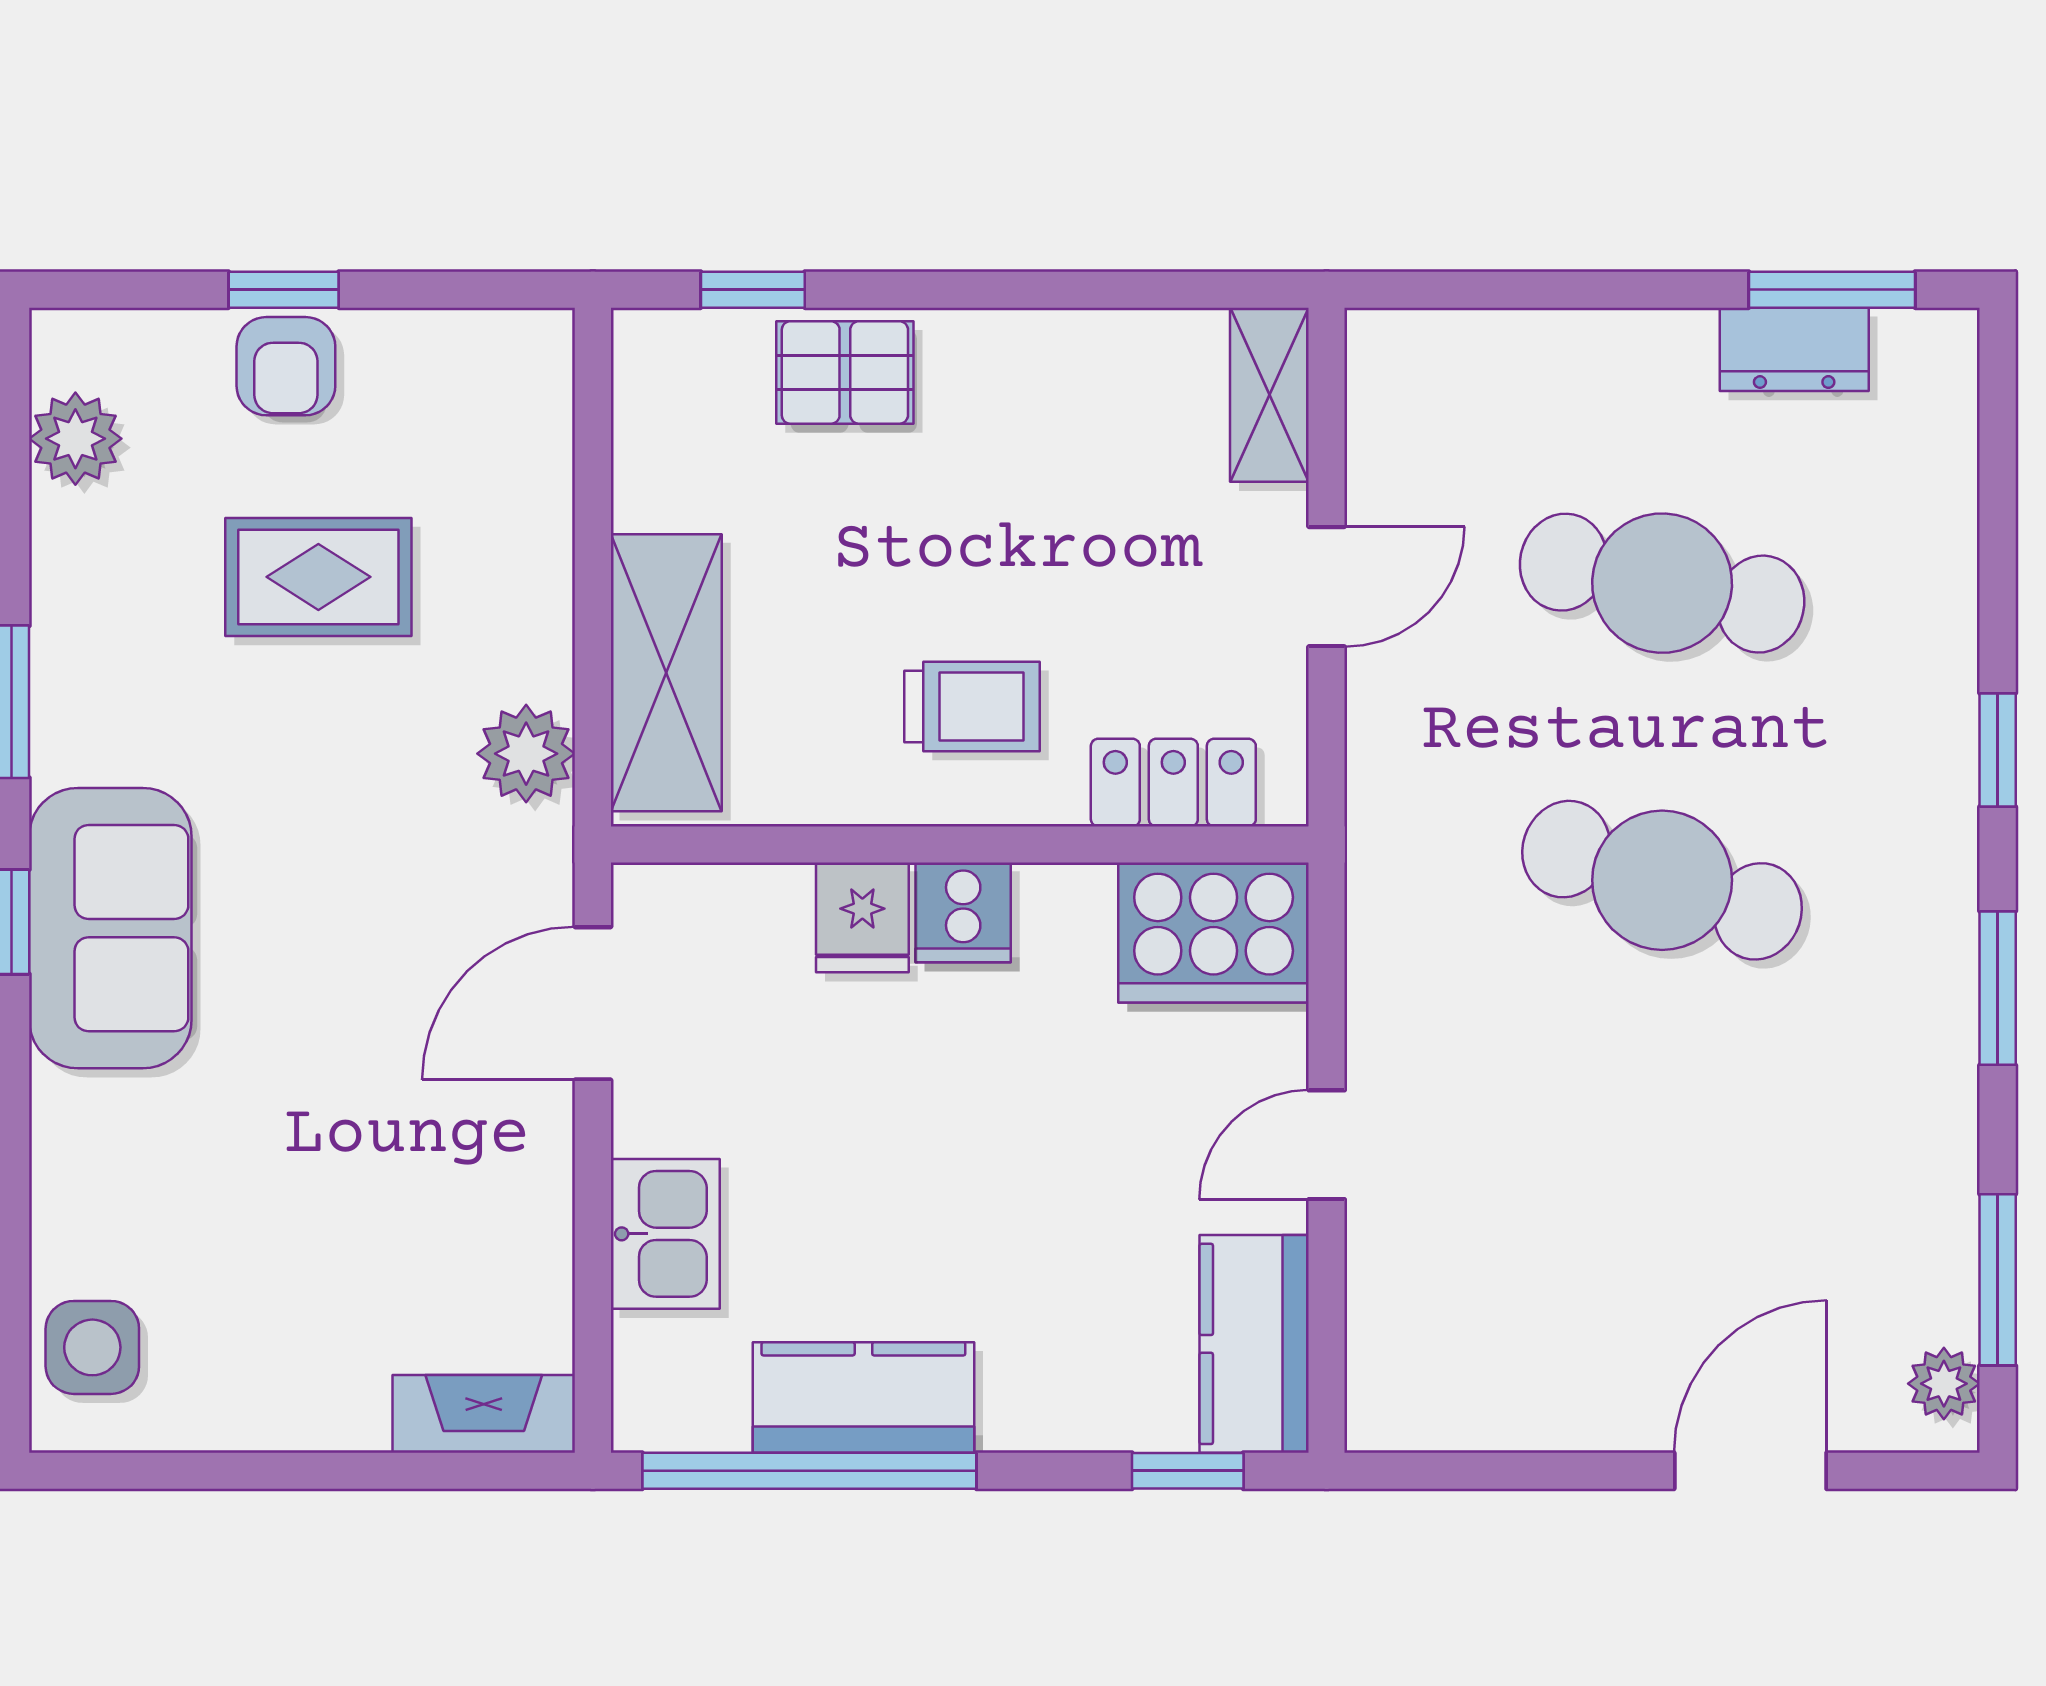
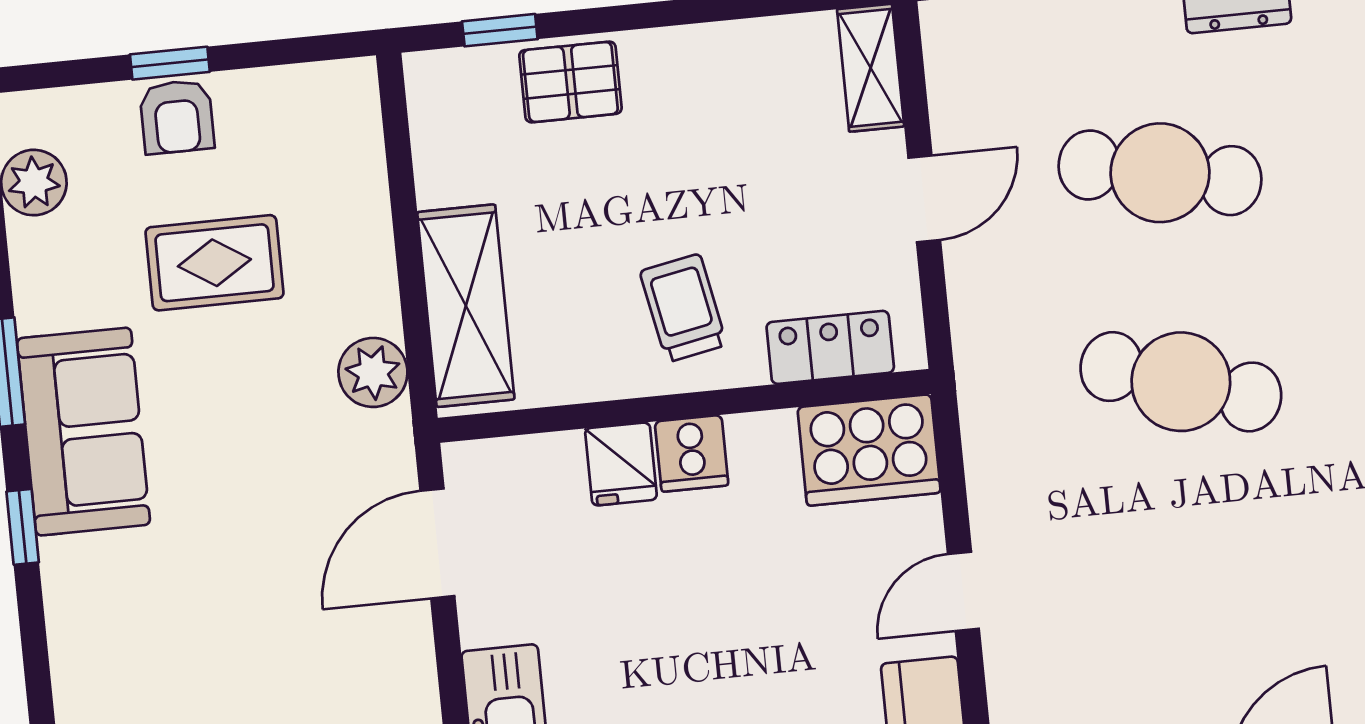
trolley: (972, 706) -> (683, 308), turned -101
sofa: (110, 928) -> (83, 432), moved

